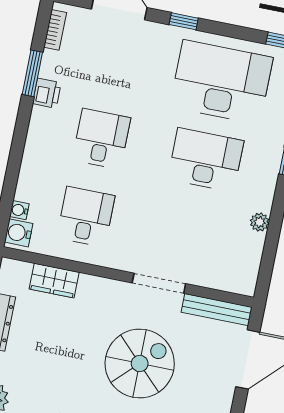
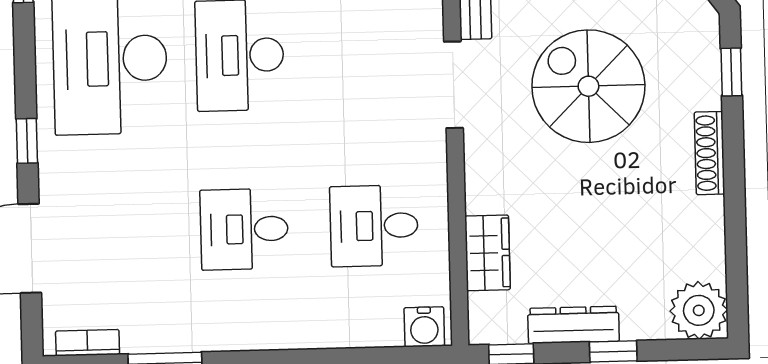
printer: (47, 93) -> (191, 333), removed
water cooler: (19, 210) -> (388, 334), removed

